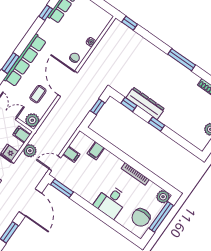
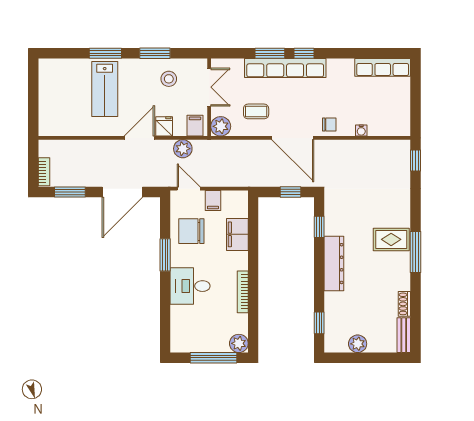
window: (46, 13) -> (304, 53), moved
rug: (165, 68) -> (391, 239), added
door: (68, 84) -> (293, 138), swing flipped
dresser: (145, 103) -> (334, 264), moved
window: (157, 124) -> (319, 323), moved
filing cabinet: (96, 151) -> (237, 234), width x2.00
window: (62, 188) -> (165, 255), moved
chair: (141, 217) -> (191, 231), moved

